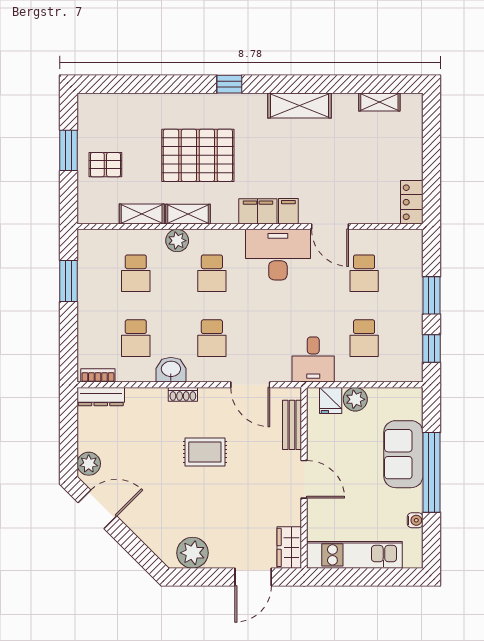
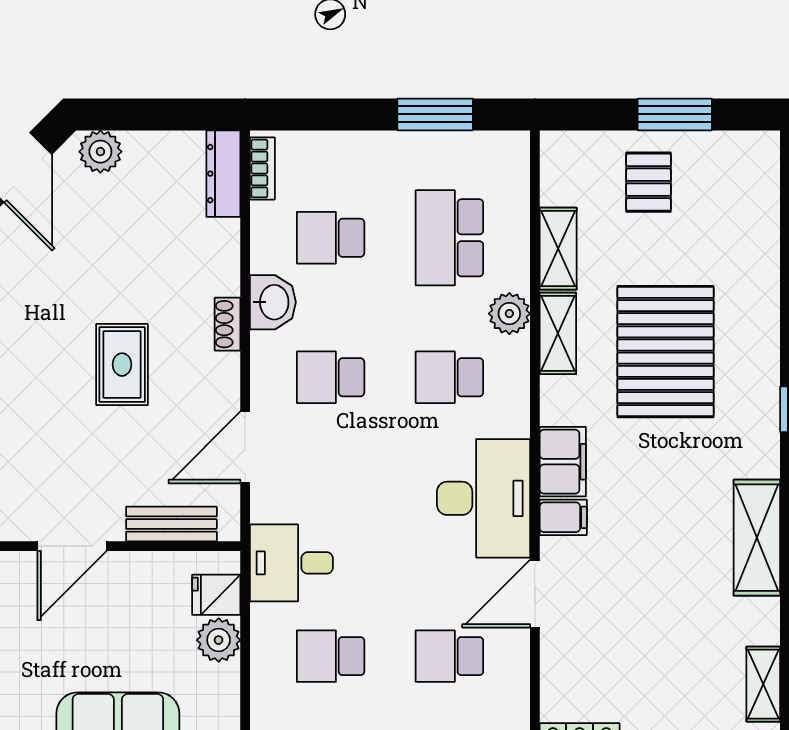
school desk: (136, 273) -> (449, 238), width x1.85

